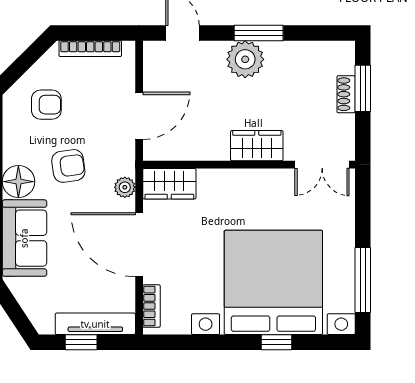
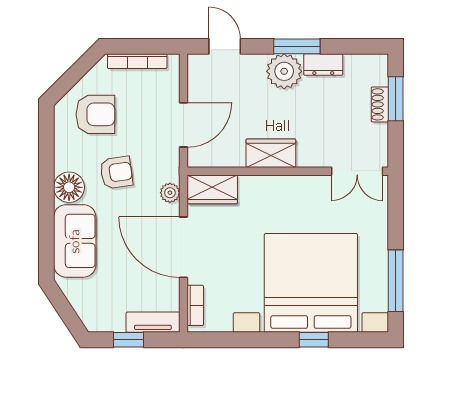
dresser: (286, 52) -> (323, 64), added
armchair: (46, 105) -> (95, 114), width x1.38, depth x1.38
wardrobe: (257, 146) -> (271, 153), moved
tv unit: (95, 324) -> (153, 322), width x0.71

